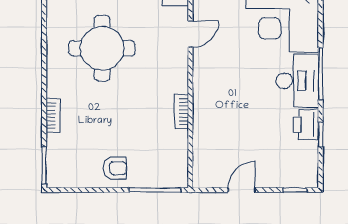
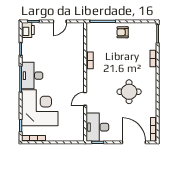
round table: (102, 48) -> (129, 92), width x0.73, depth x0.73
printer: (306, 125) -> (28, 30), moved

